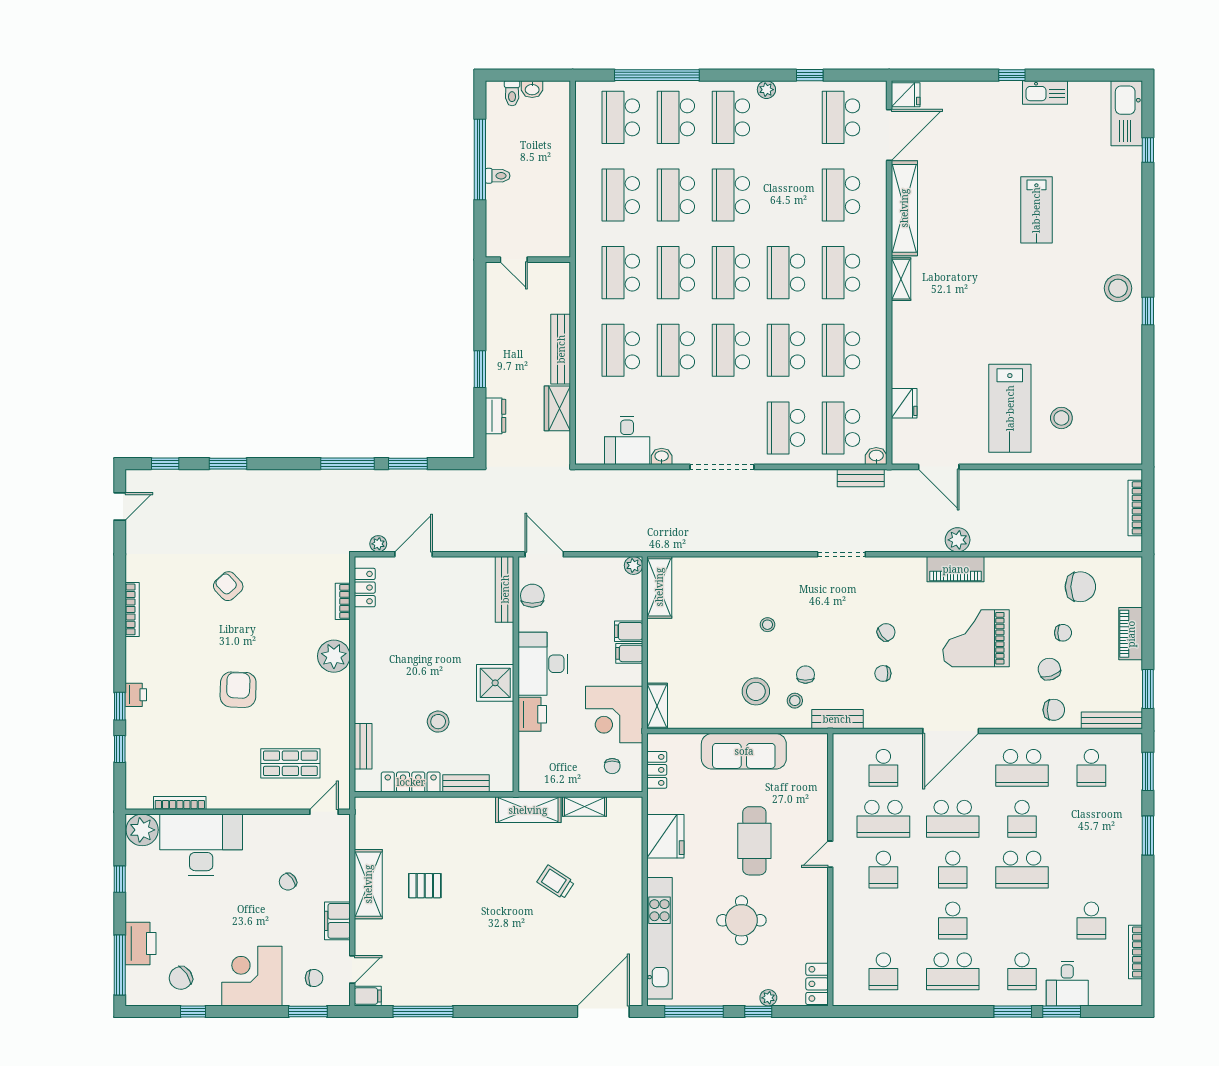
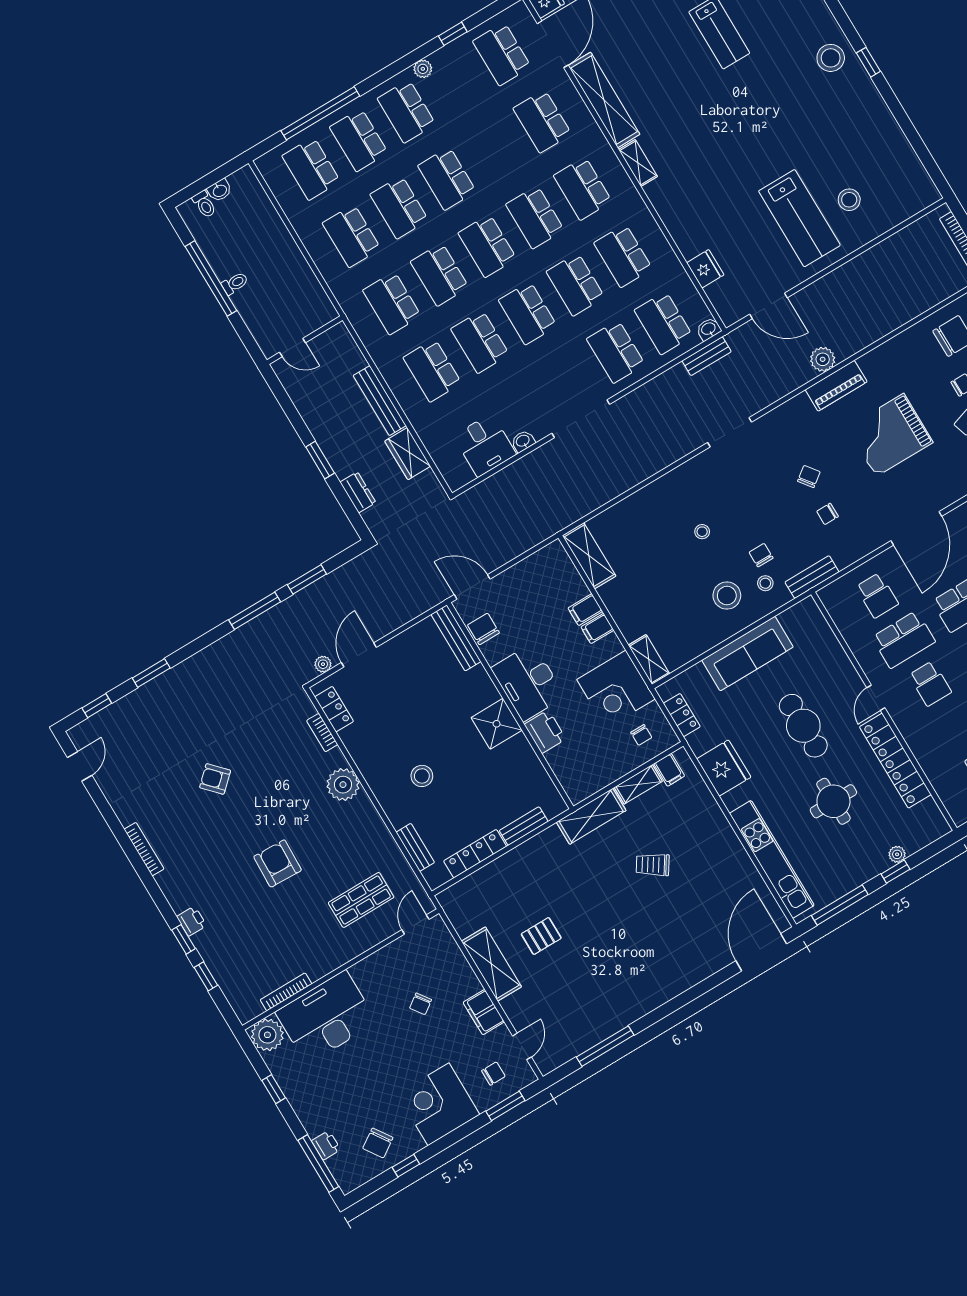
plant: (633, 565) -> (555, 550), removed
stool: (438, 722) -> (422, 776), moved
printer: (141, 944) -> (326, 1145), width x0.53, depth x0.68
locker: (817, 984) -> (895, 761), moved, width x2.16, depth x1.21
filing cabinet: (368, 996) -> (669, 770), moved, turned 90

